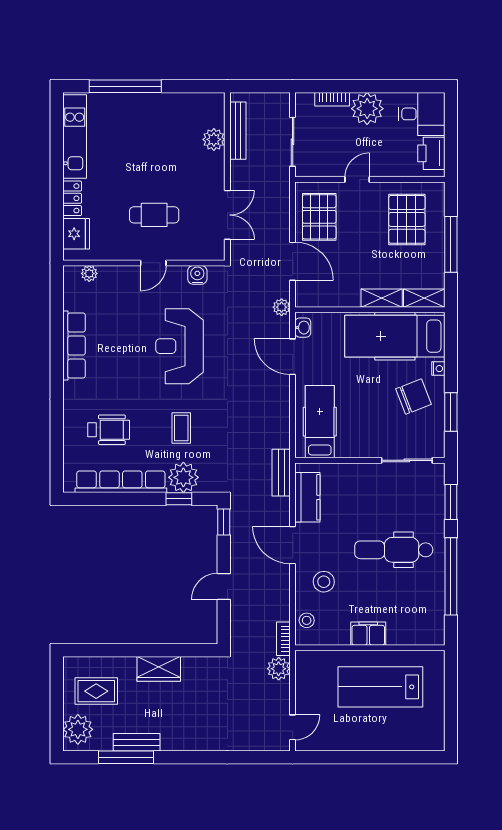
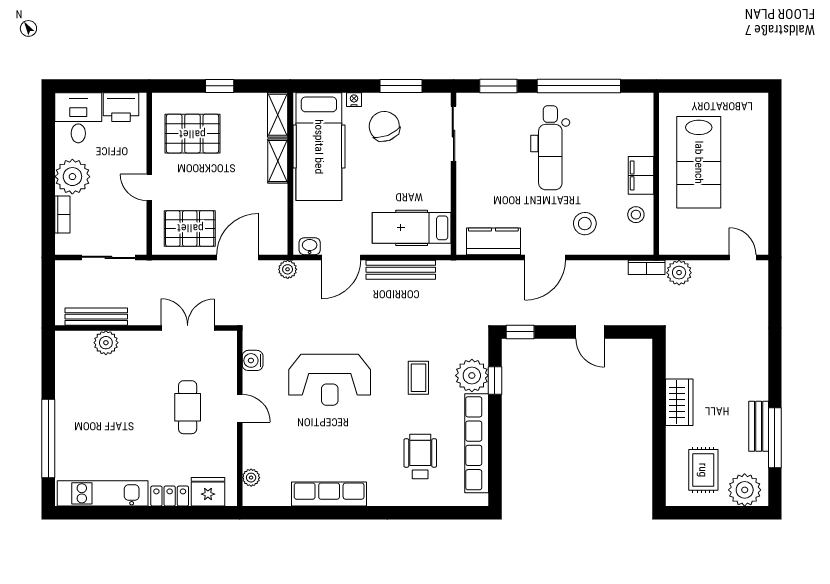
window: (451, 244) -> (220, 86), width x0.46
coffee table: (181, 428) -> (418, 378), turned 90
bench: (281, 473) -> (401, 270), moved, width x1.36
stool: (307, 620) -> (636, 215), moved

